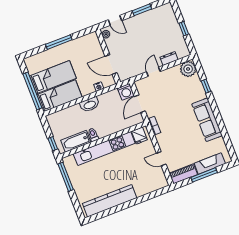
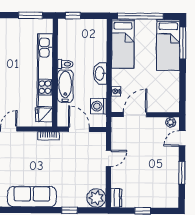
window: (59, 42) -> (183, 43), moved
dresser: (169, 59) -> (116, 198), moved
door: (153, 72) -> (108, 158), hinge flipped
bed: (53, 77) -> (168, 45), moved
washing machine: (126, 92) -> (98, 106), moved
bathtub: (76, 141) -> (65, 86), moved
window: (66, 177) -> (31, 15), width x0.69

